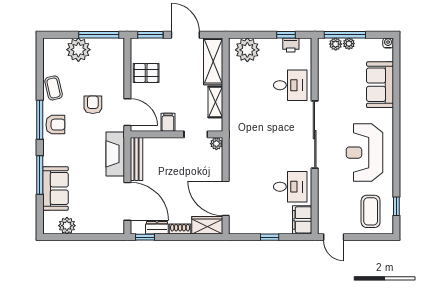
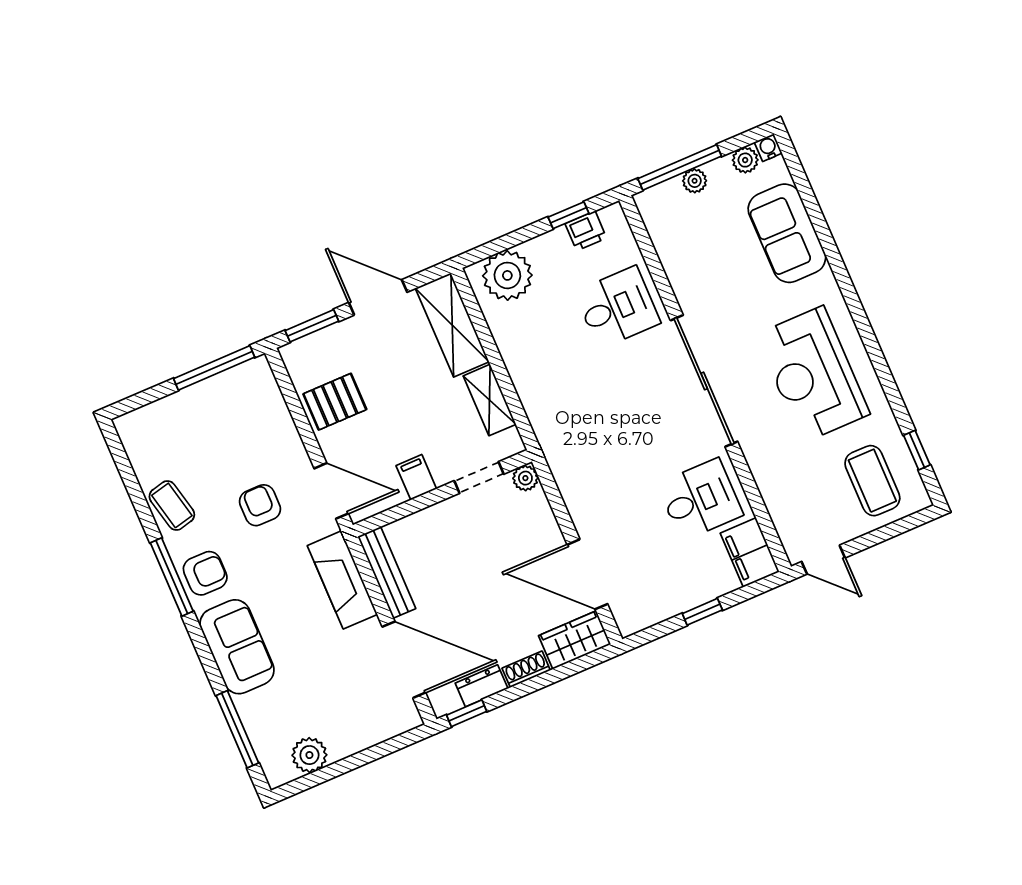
plant: (336, 44) -> (745, 160), moved
plant: (78, 50) -> (188, 413), removed
window: (40, 175) -> (237, 729), moved
sofa: (55, 188) -> (237, 647), moved

